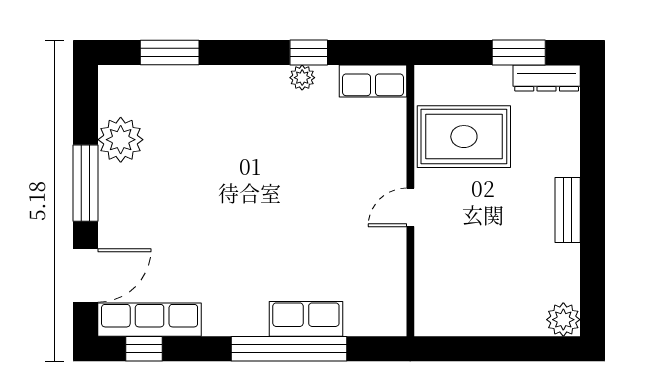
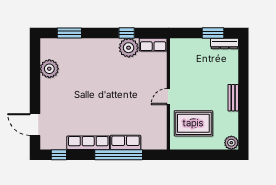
plant: (302, 78) -> (129, 48), width x1.88, depth x1.88
rug: (464, 137) -> (193, 123), moved
window: (86, 183) -> (35, 87), removed
door: (86, 275) -> (35, 125), swing flipped
row of seats: (150, 320) -> (88, 143), moved

